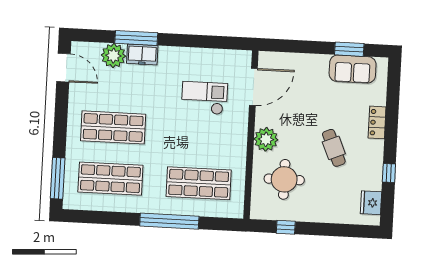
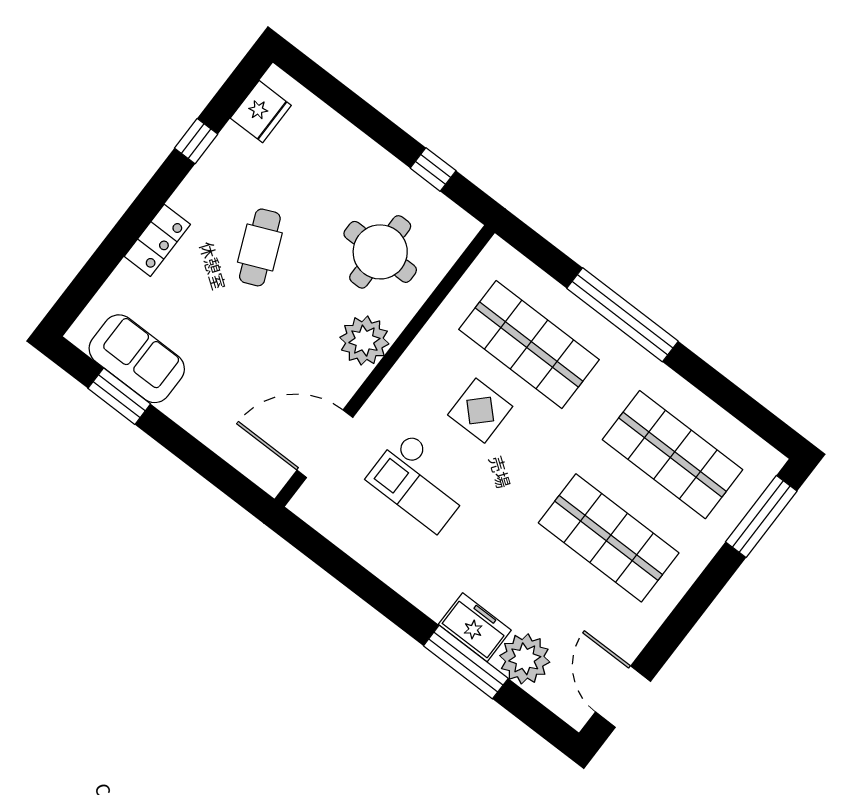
display table: (200, 143) -> (480, 411), added

